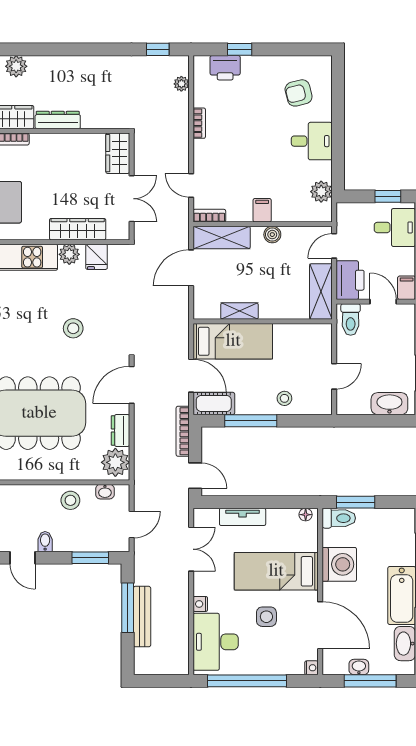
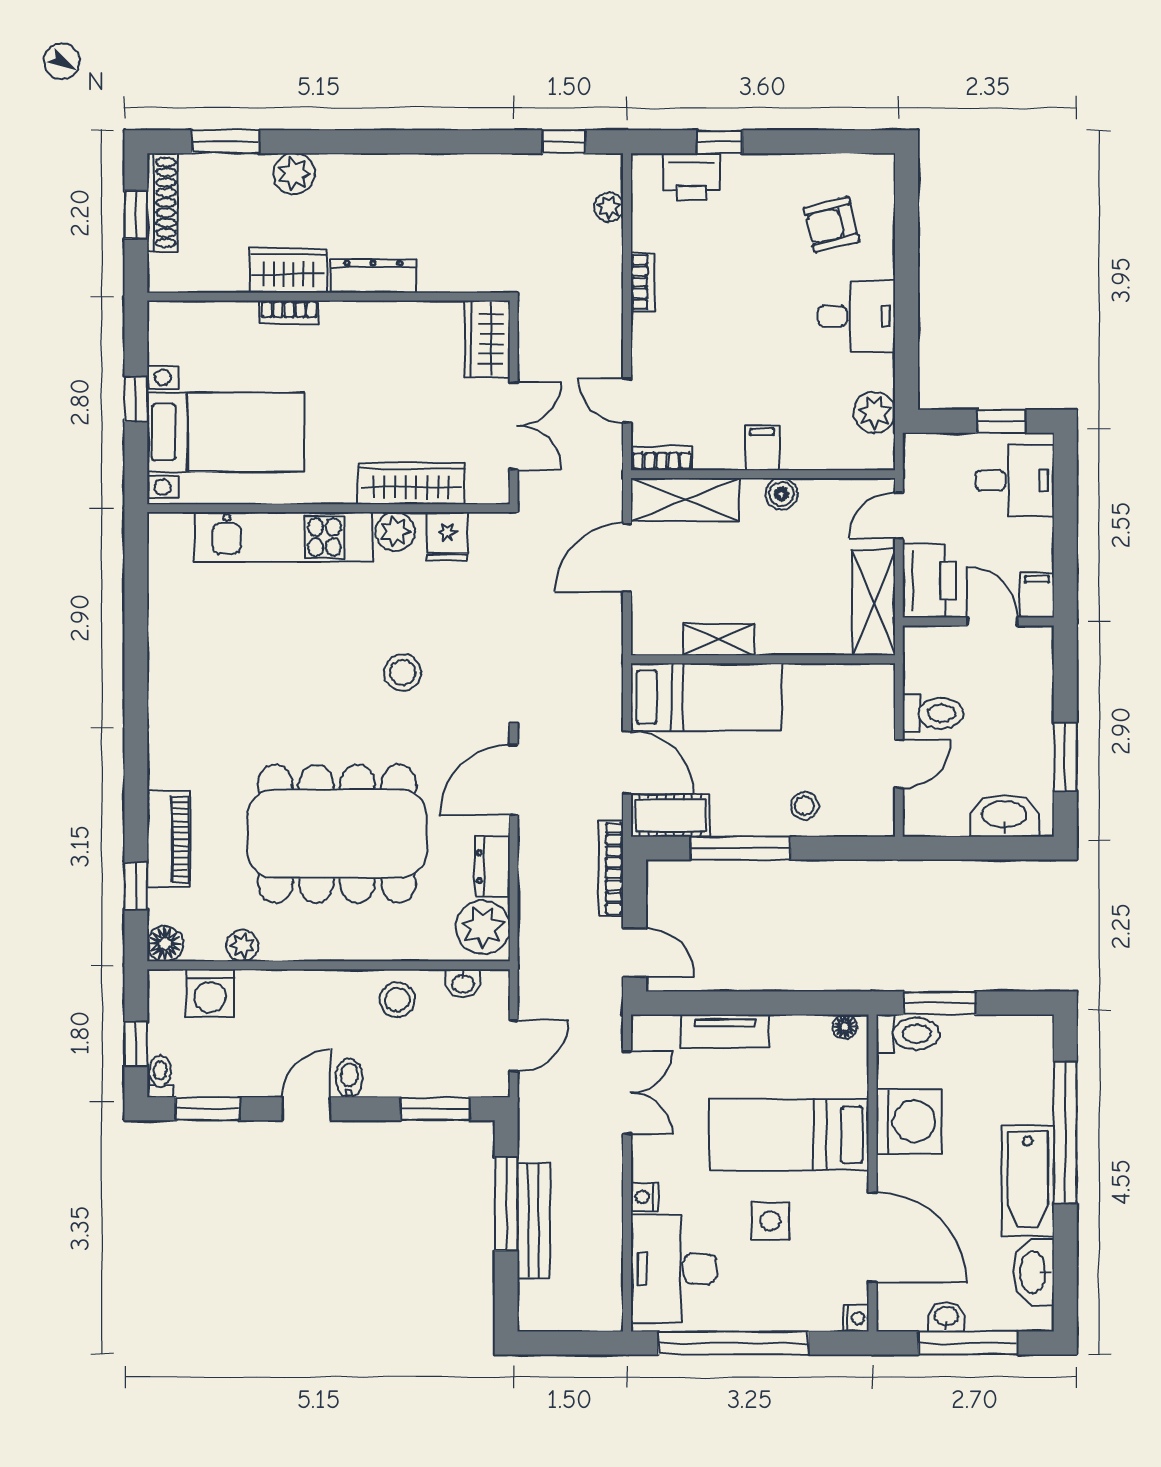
toilet: (351, 319) -> (933, 713), moved, turned -90
door: (22, 558) -> (306, 1109), swing flipped

